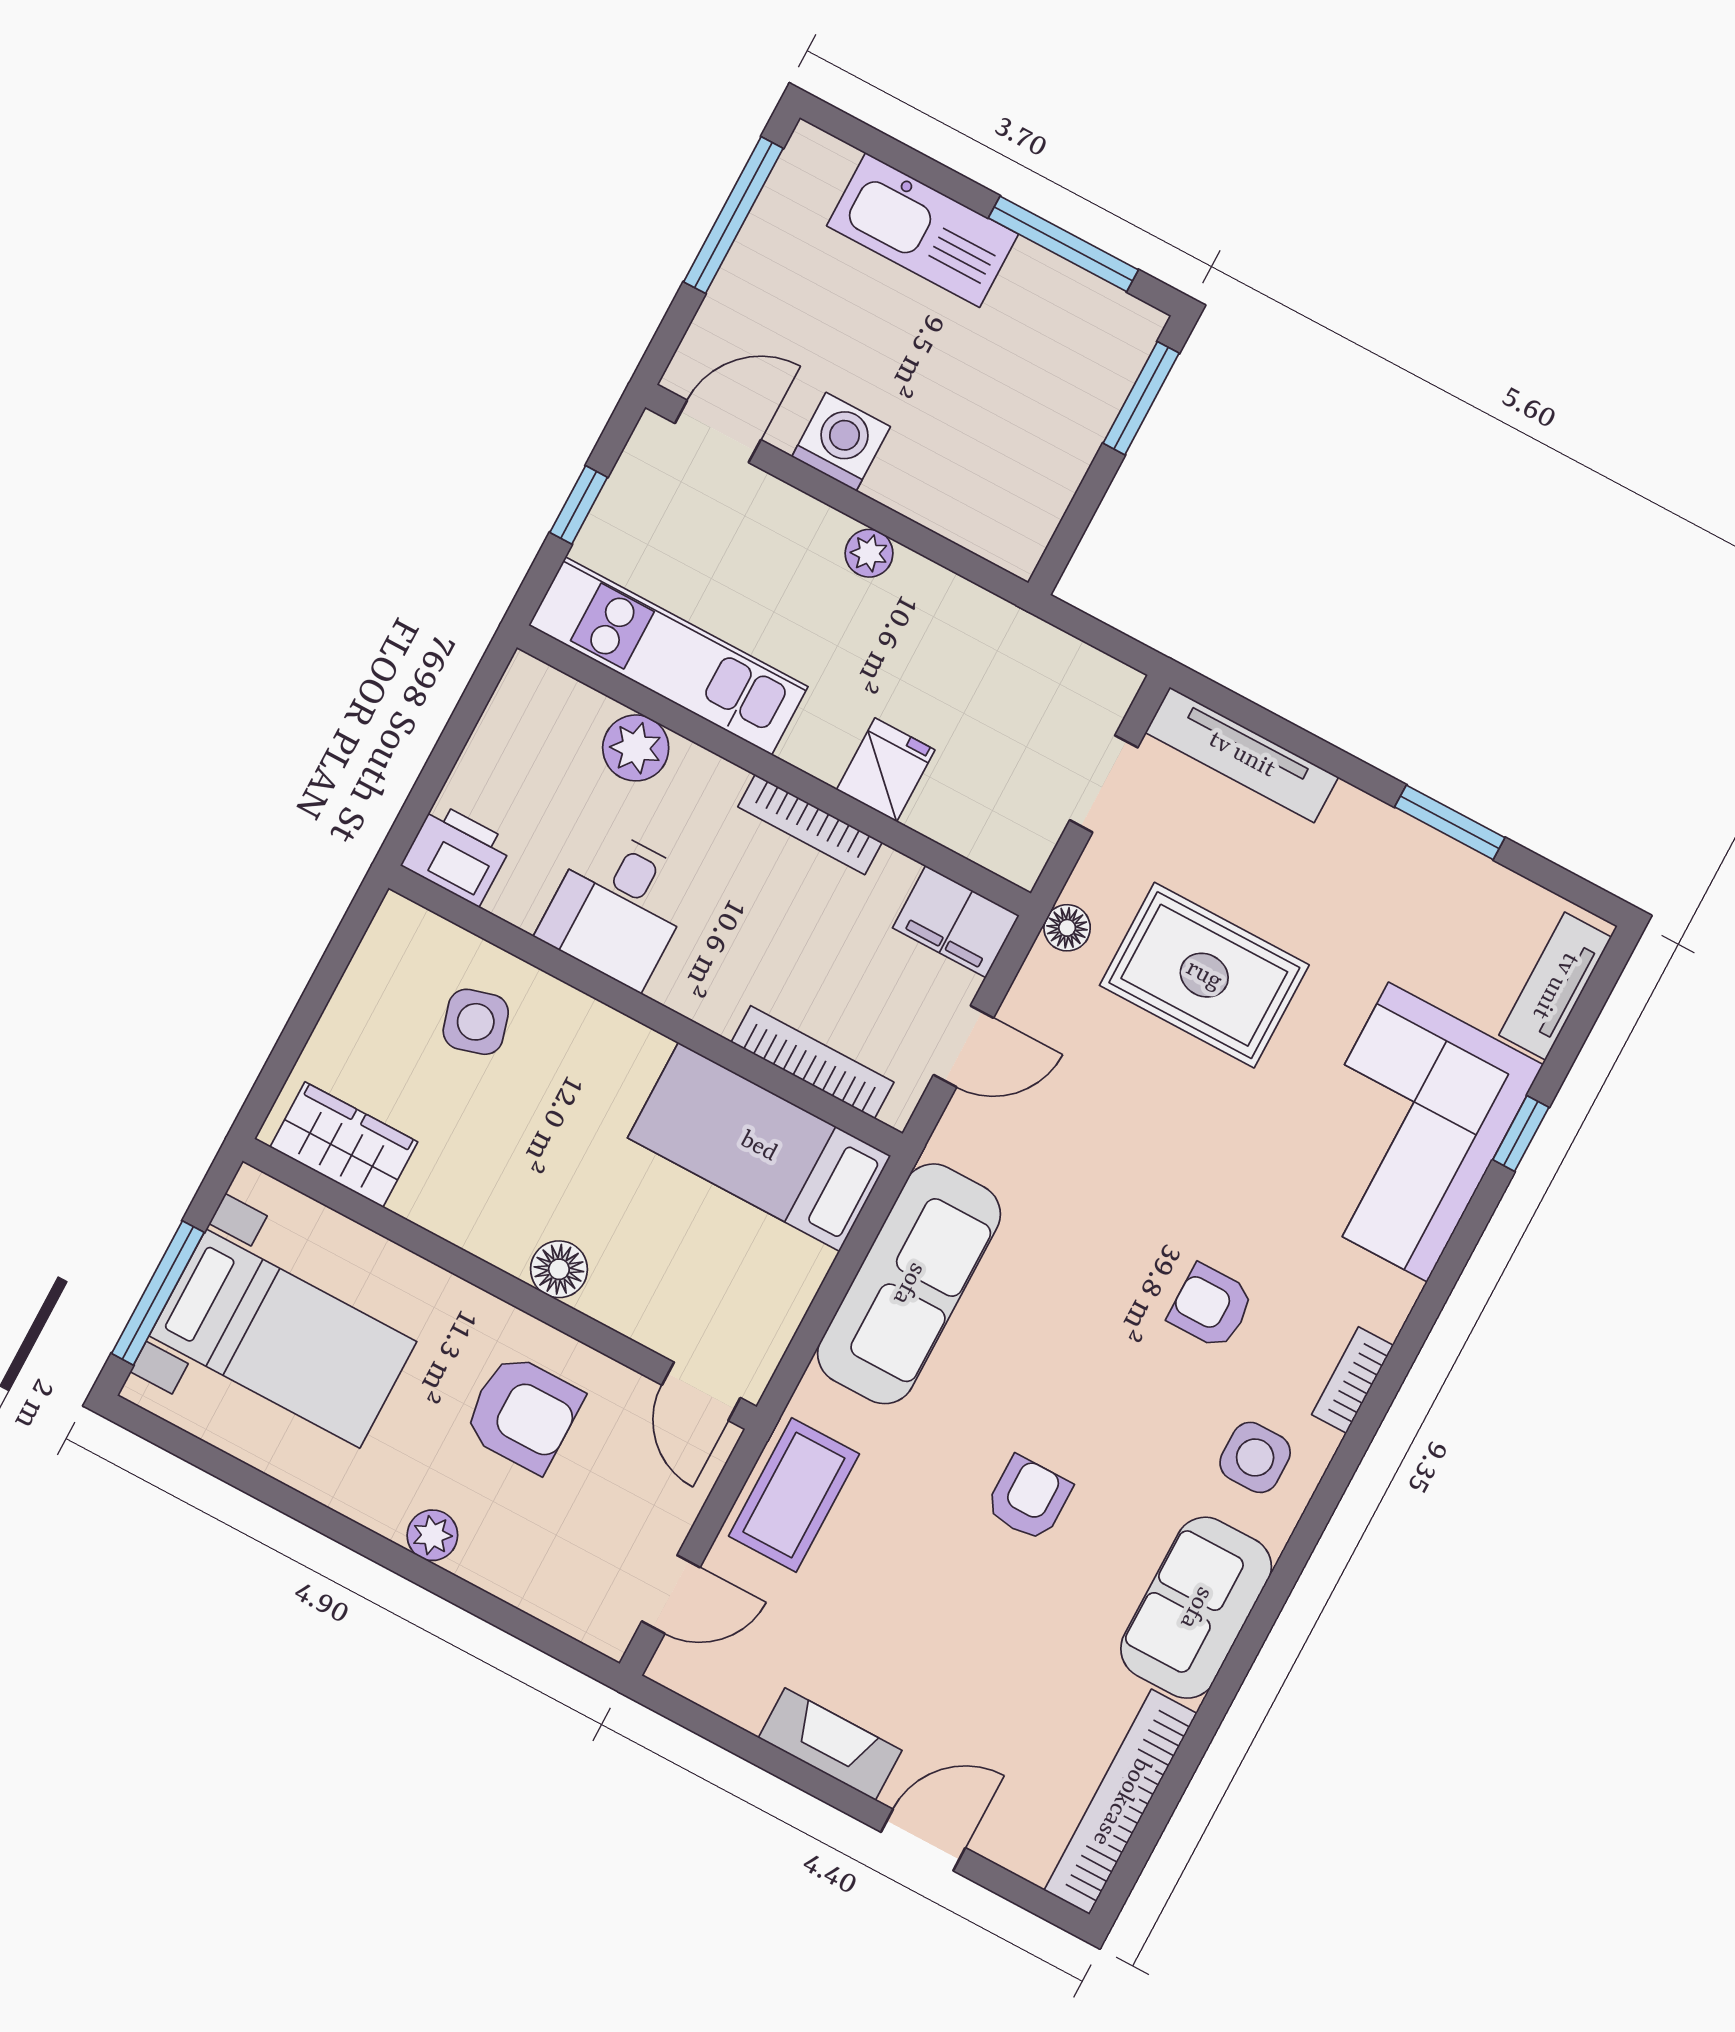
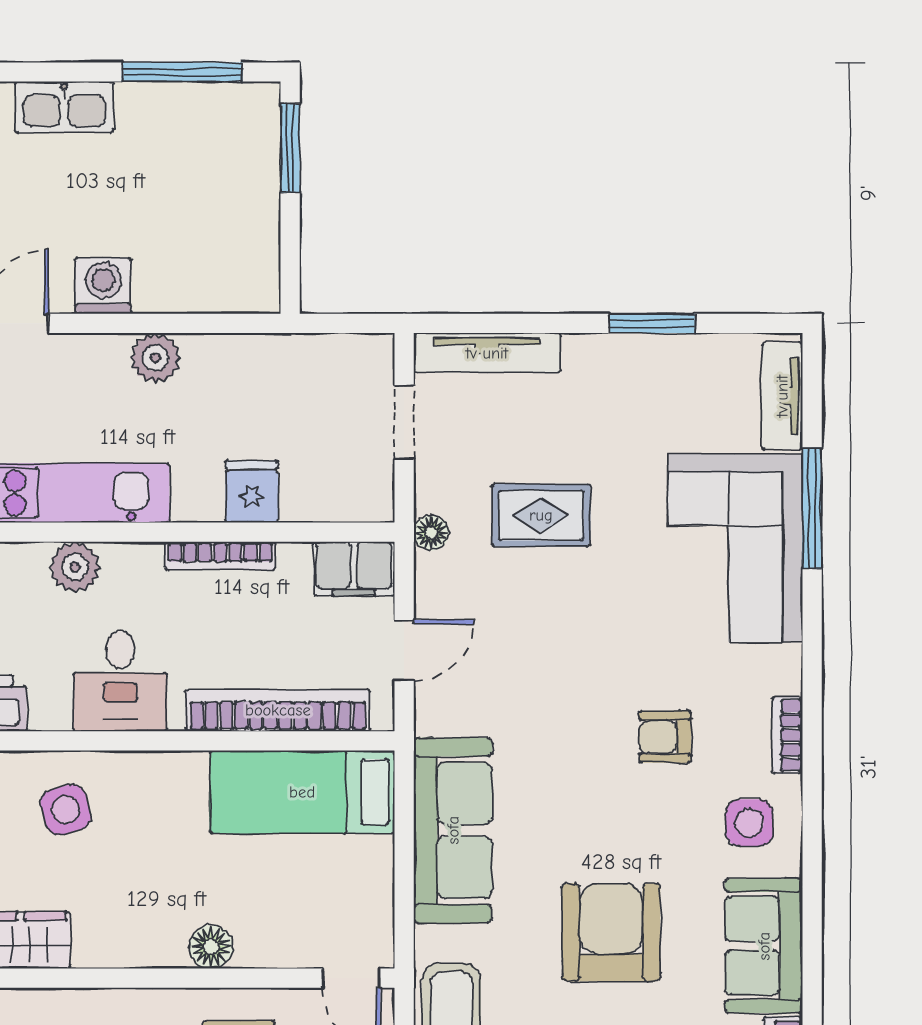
kitchen sink: (923, 230) -> (64, 107), width x0.73, depth x0.81
plant: (869, 553) -> (155, 358), width x1.38, depth x1.38
rug: (1204, 975) -> (541, 515), width x0.73, depth x0.70
bookcase: (812, 1062) -> (278, 710), width x1.48, depth x1.31
window: (1521, 1134) -> (812, 508), width x2.17
armchair: (1029, 1498) -> (611, 932), width x1.88, depth x1.88

